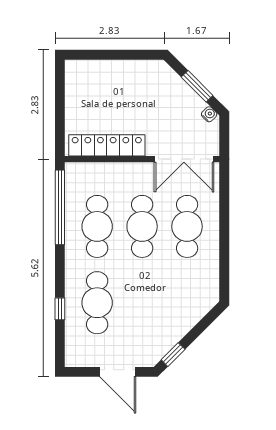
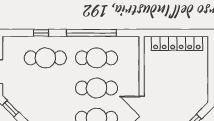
locker: (107, 145) -> (177, 43), moved, turned 90
window: (60, 207) -> (91, 33), moved

